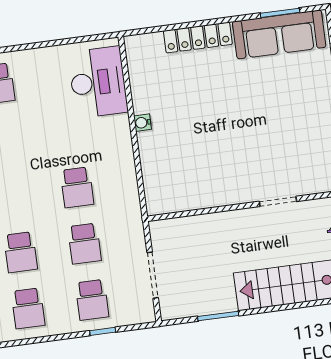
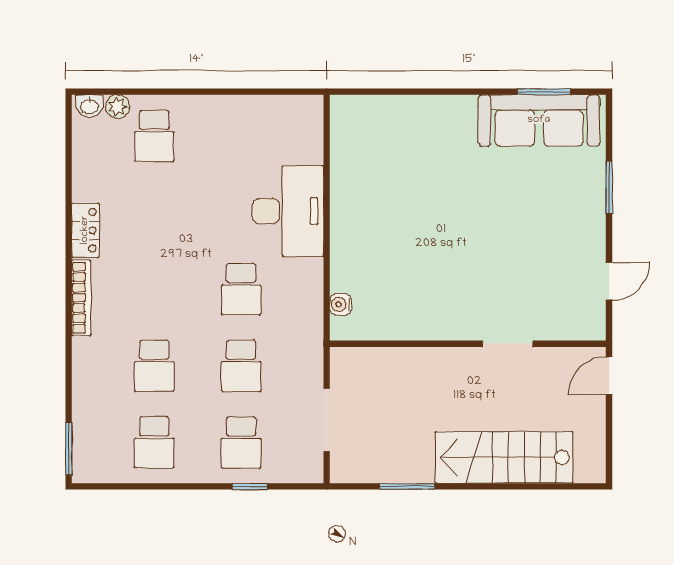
locker: (198, 38) -> (430, 110), removed
desk: (98, 82) -> (288, 211), moved
water cooler: (143, 123) -> (340, 304), moved

